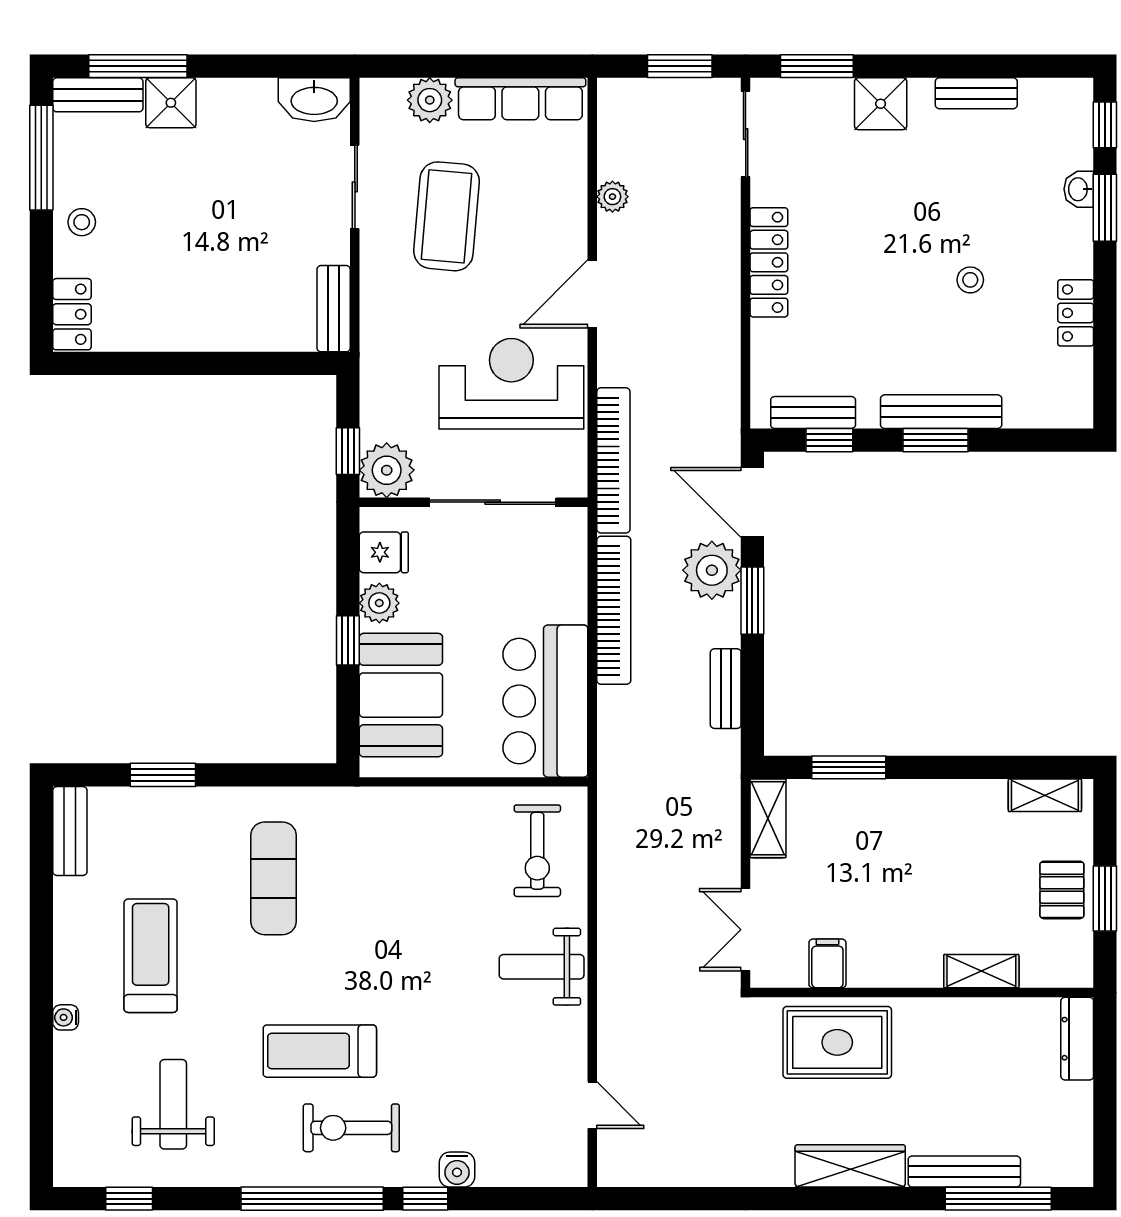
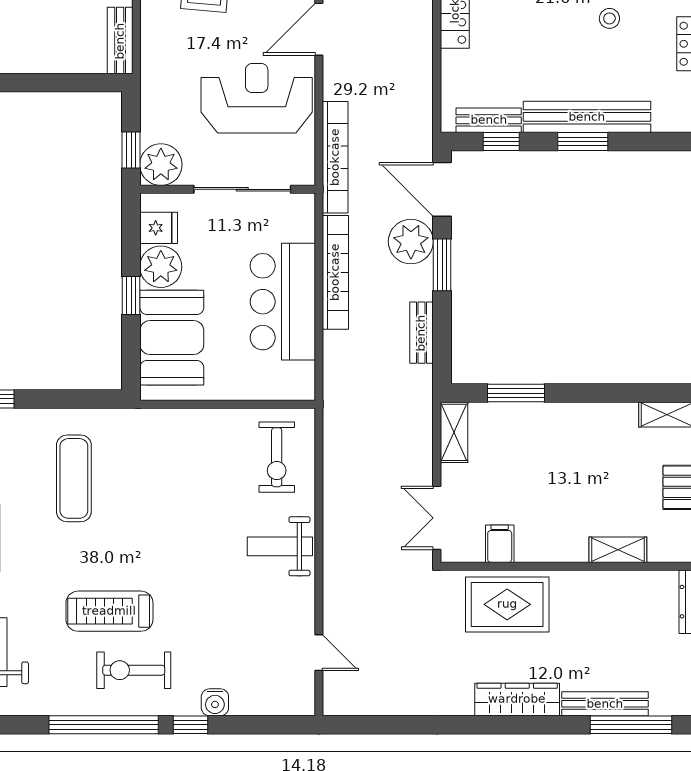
bench: (941, 412) -> (587, 117), width x1.37, depth x1.21
plant: (379, 603) -> (161, 267), width x1.36, depth x1.36
bar counter: (545, 701) -> (283, 302), moved

